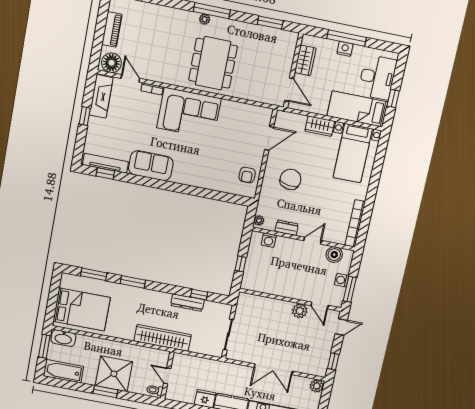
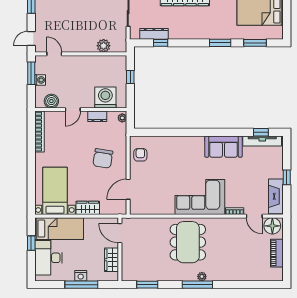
washing machine: (269, 240) -> (105, 98), width x1.89, depth x1.89
dresser: (187, 303) -> (154, 34), moved
plant: (300, 311) -> (104, 46), moved

